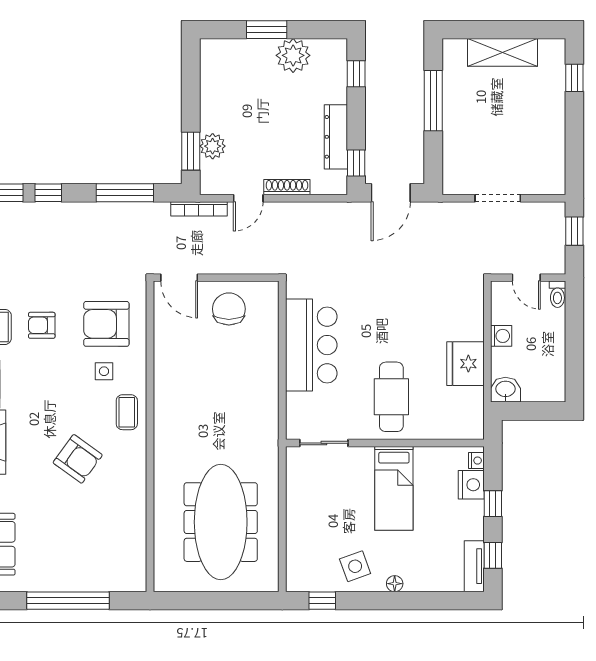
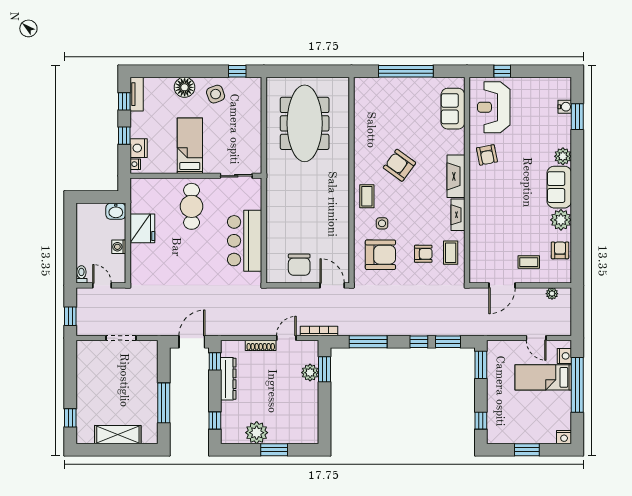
floor lamp: (395, 584) -> (185, 87), width x1.89, depth x1.89

